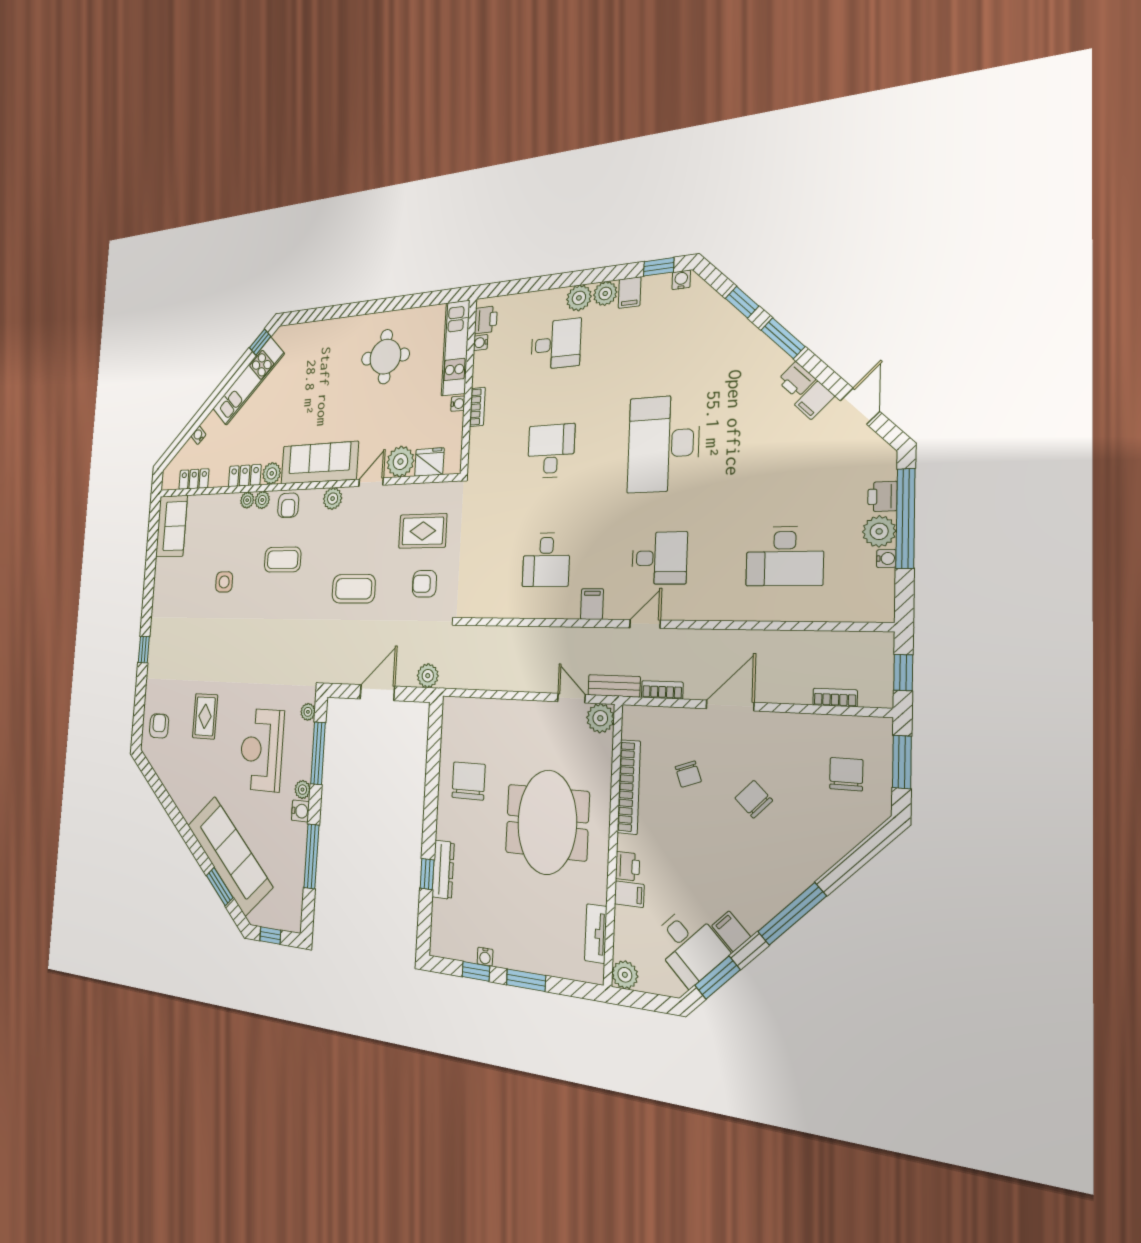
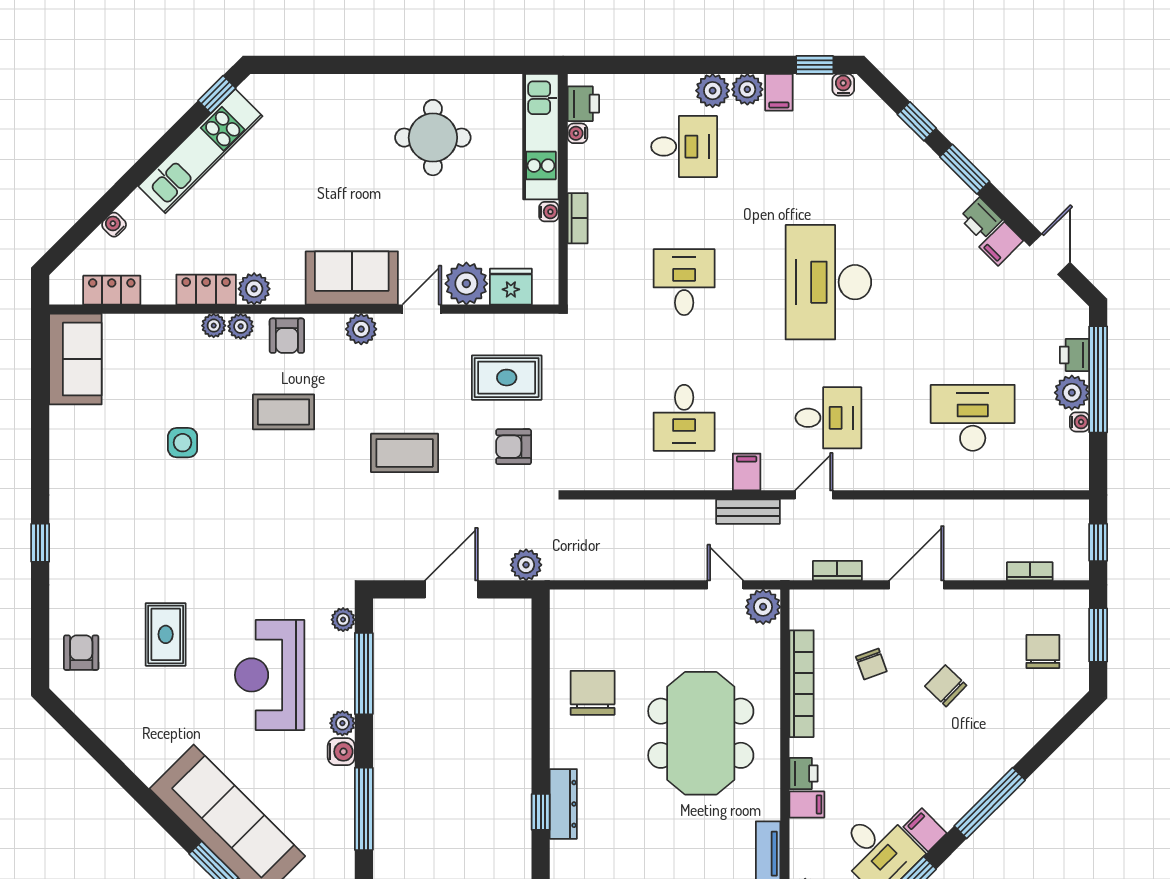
sofa: (319, 463) -> (352, 278), width x0.73
desk: (785, 556) -> (973, 418), turned 180
bench: (614, 686) -> (748, 512), moved

